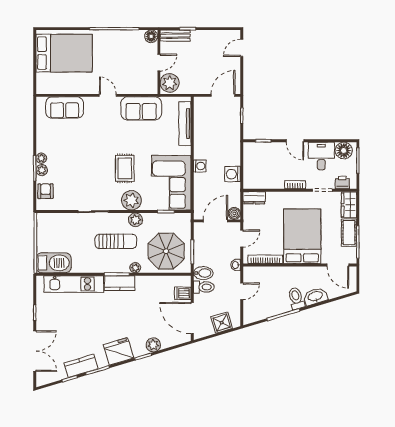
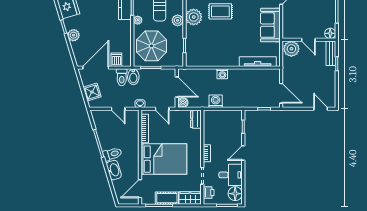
corner sofa: (171, 183) -> (208, 50), removed

